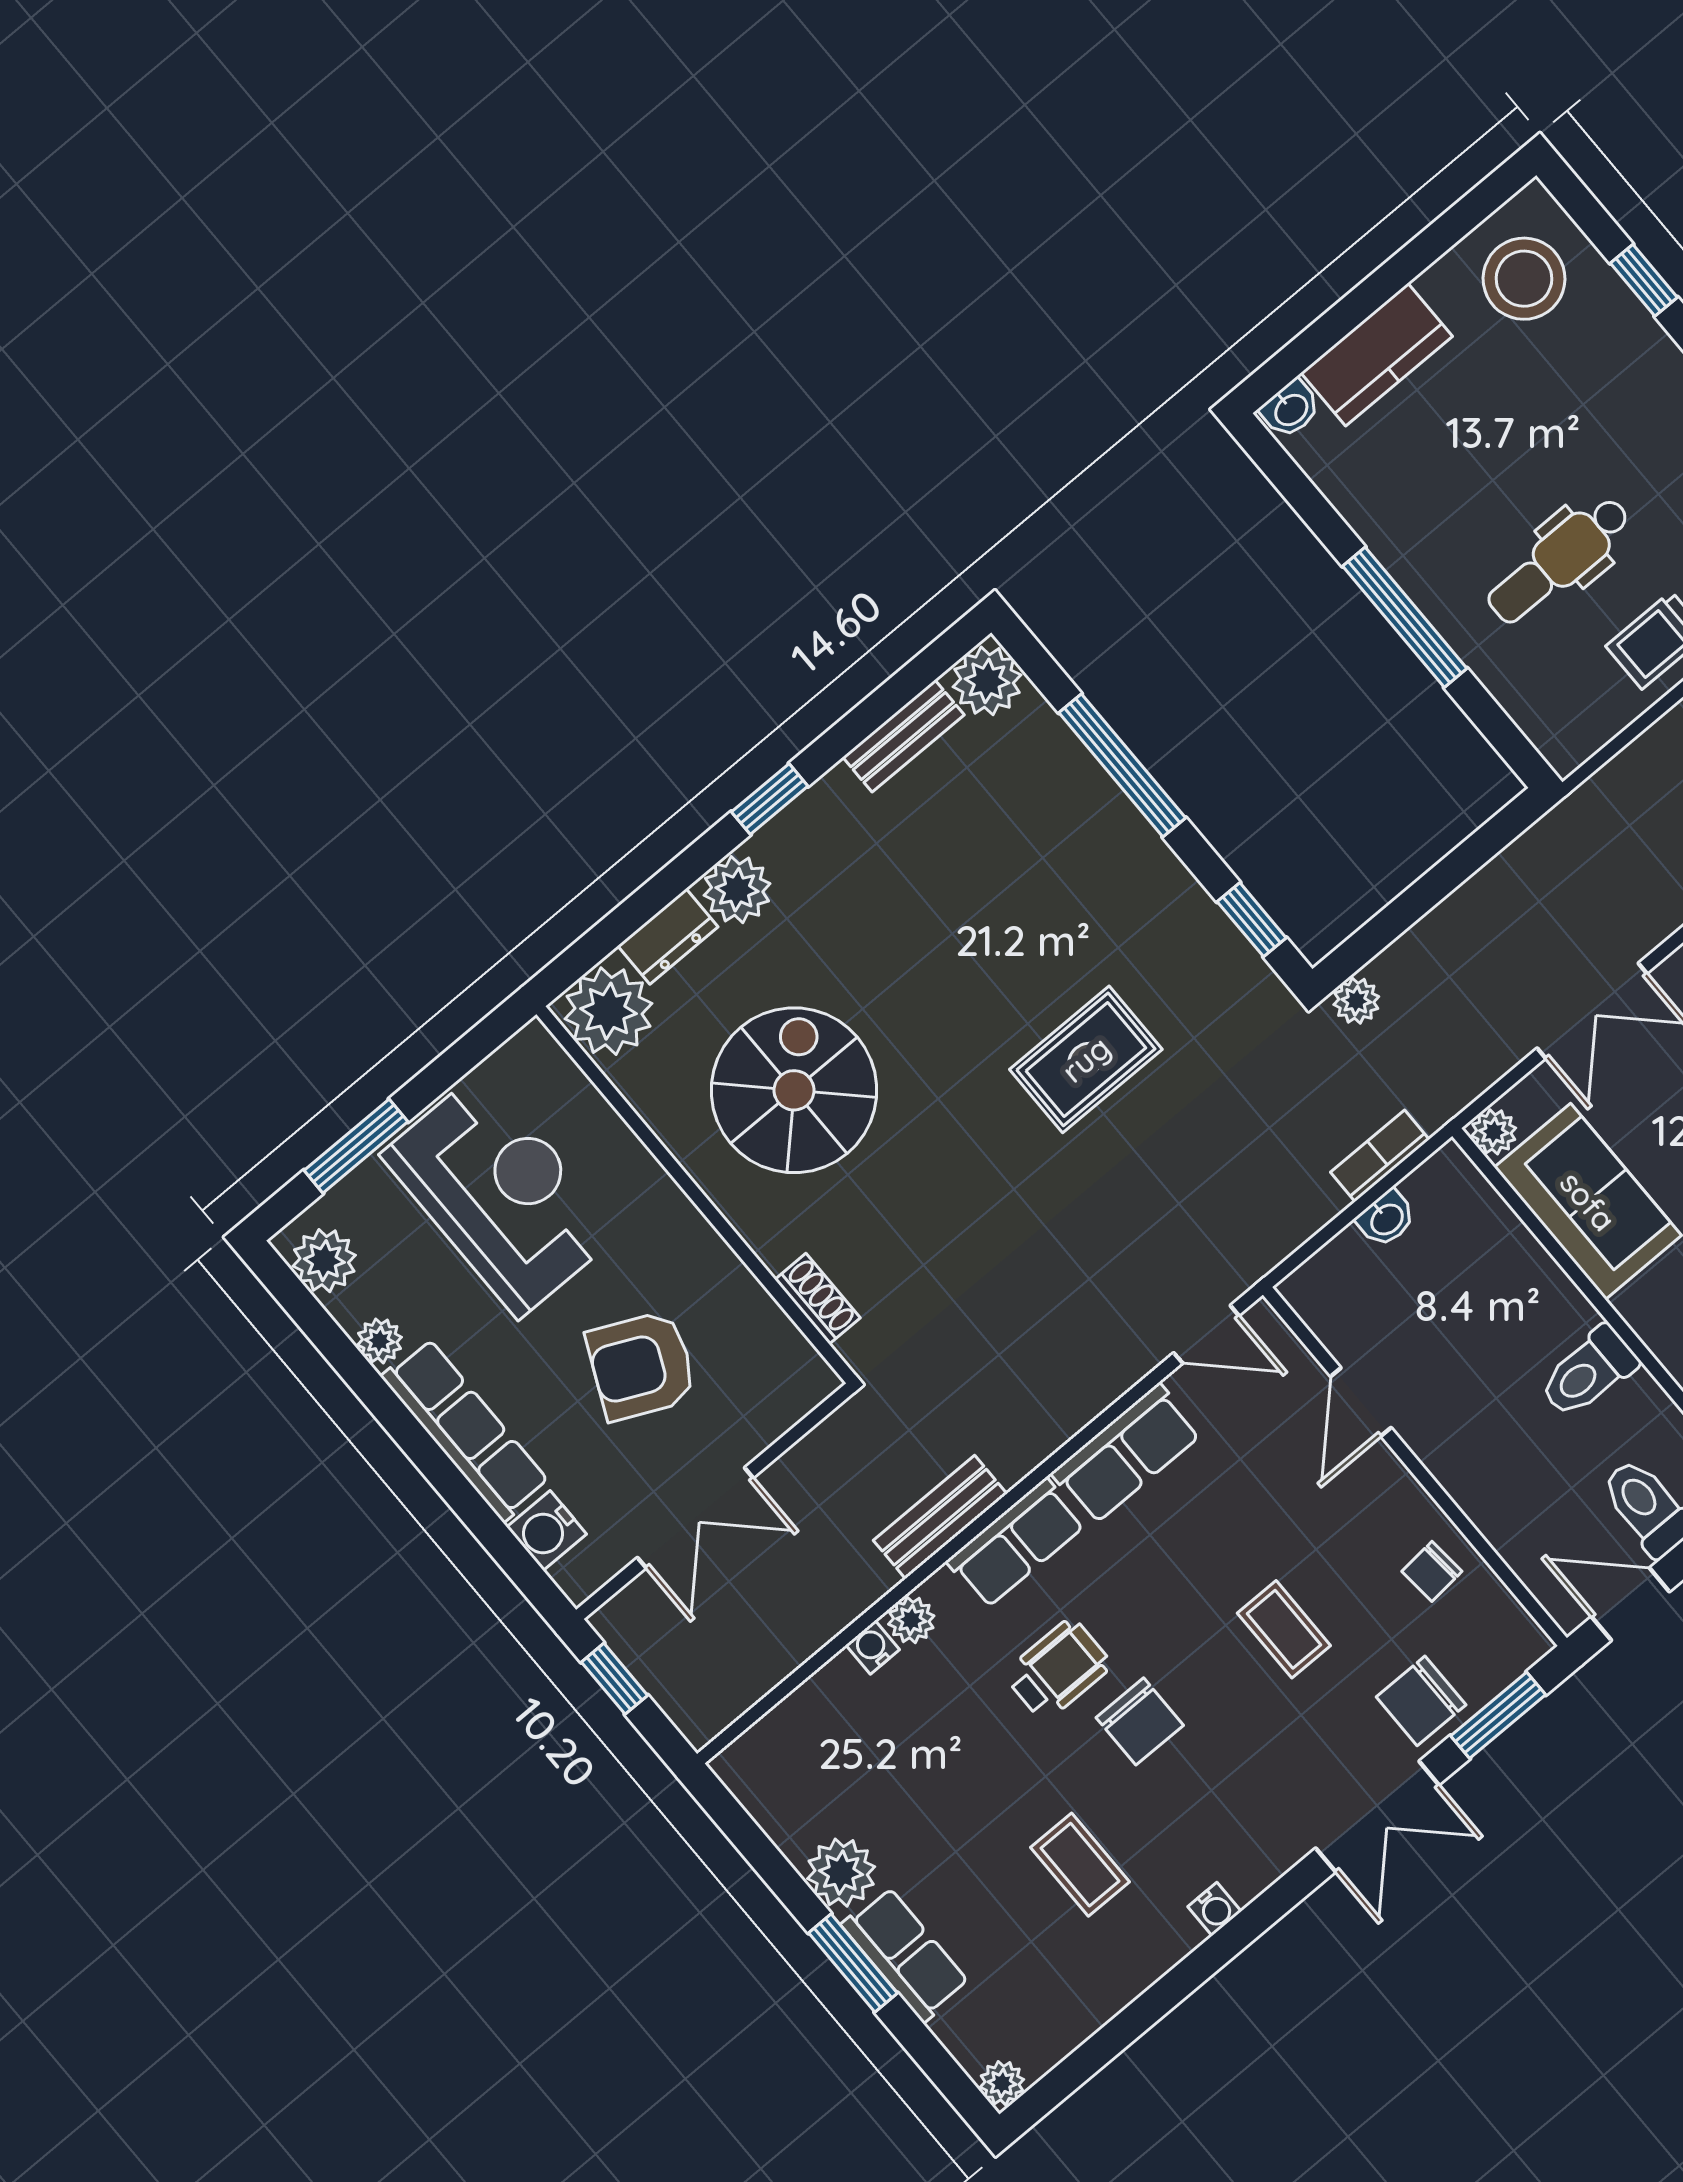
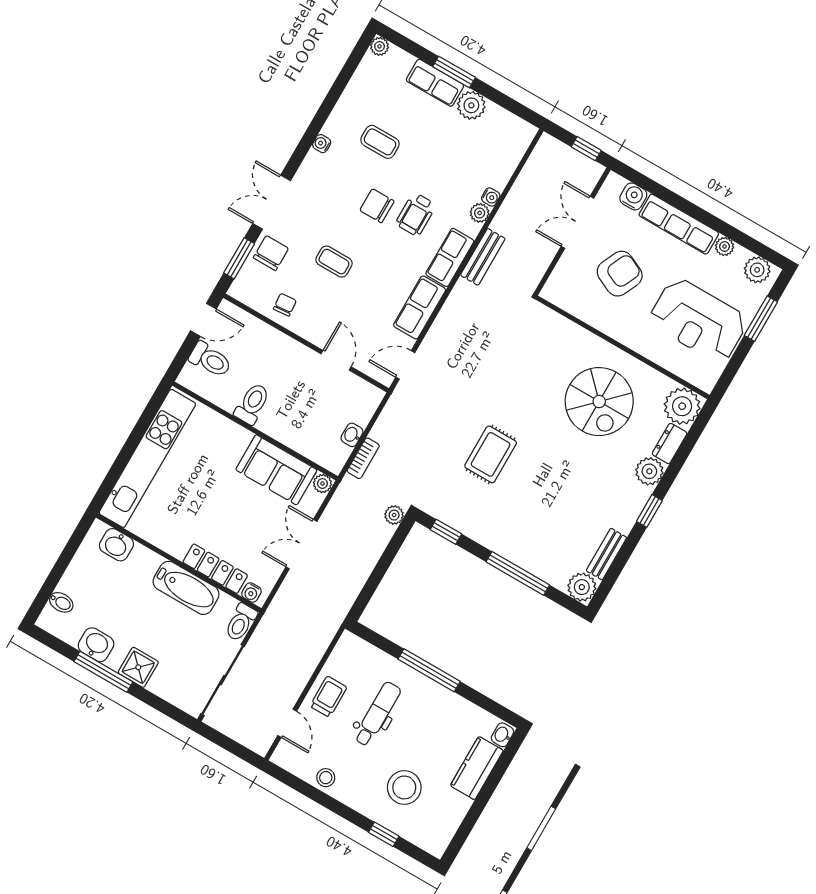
stool: (1524, 279) -> (404, 787), moved
shoe rack: (817, 1299) -> (561, 324), removed

